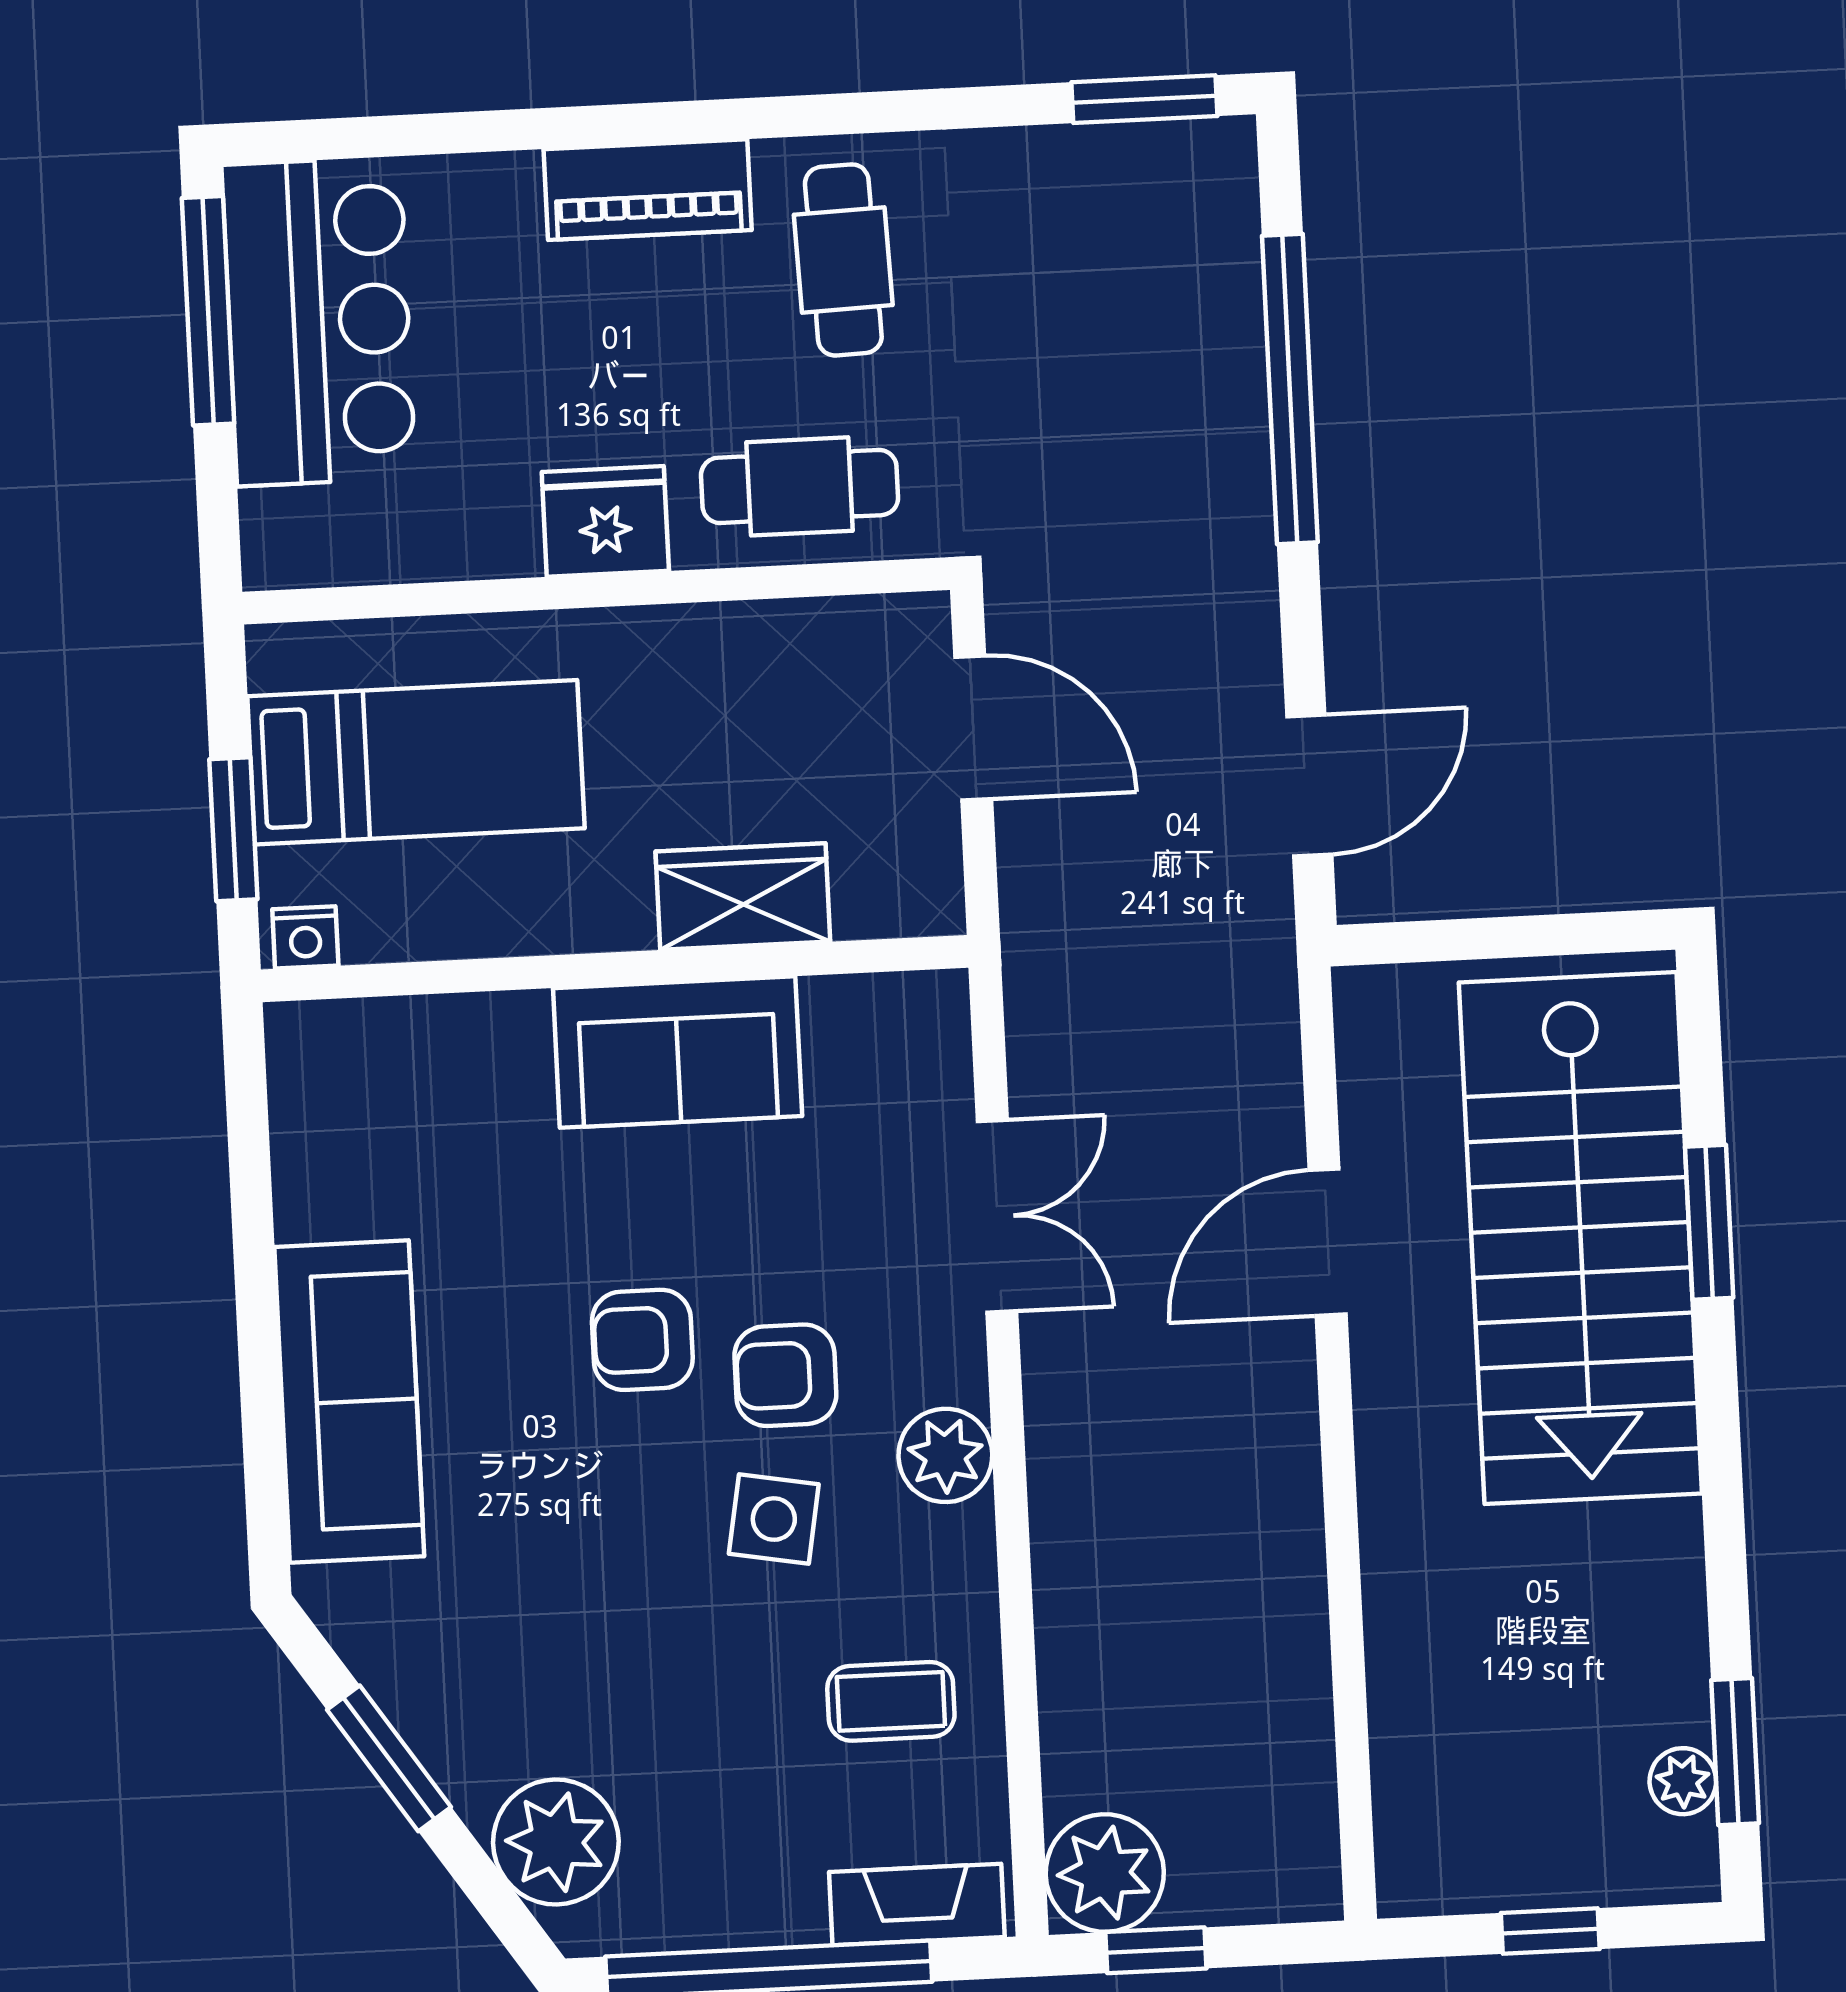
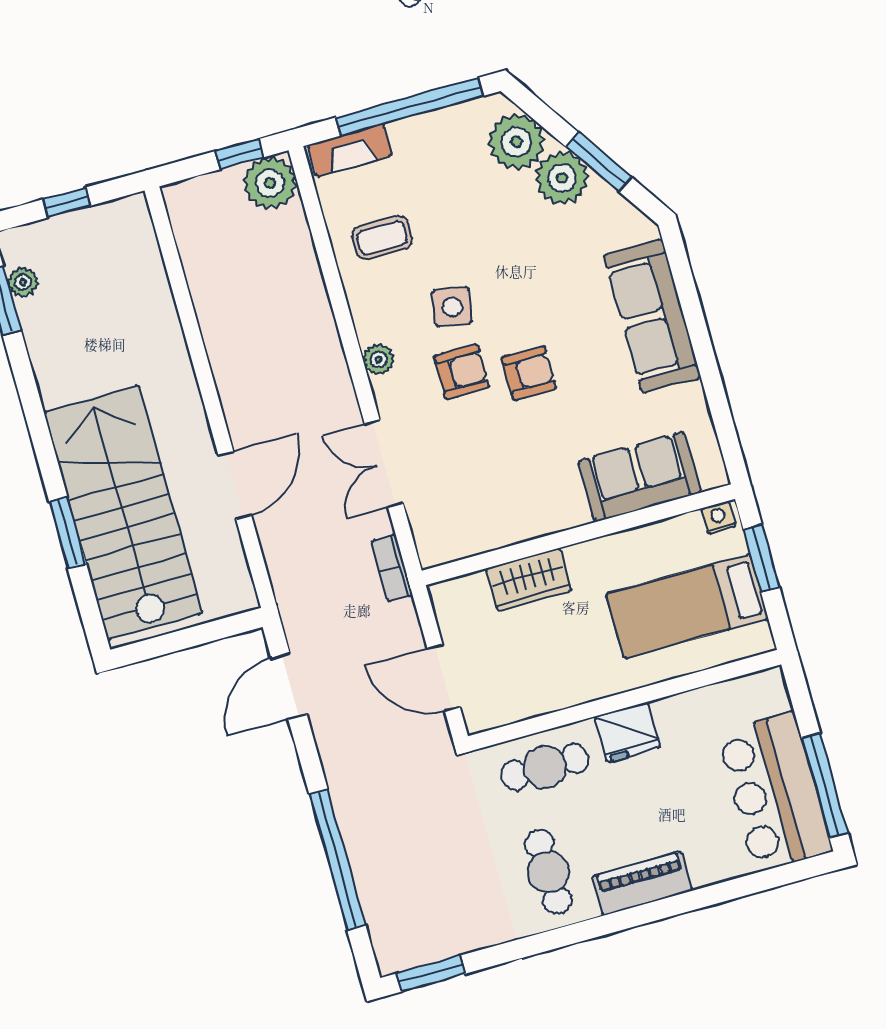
bookcase: (1030, 988) -> (392, 568), added
sofa: (678, 1052) -> (639, 477), moved
plant: (945, 1455) -> (379, 359), width x0.73, depth x0.73
plant: (476, 1742) -> (562, 178), added

